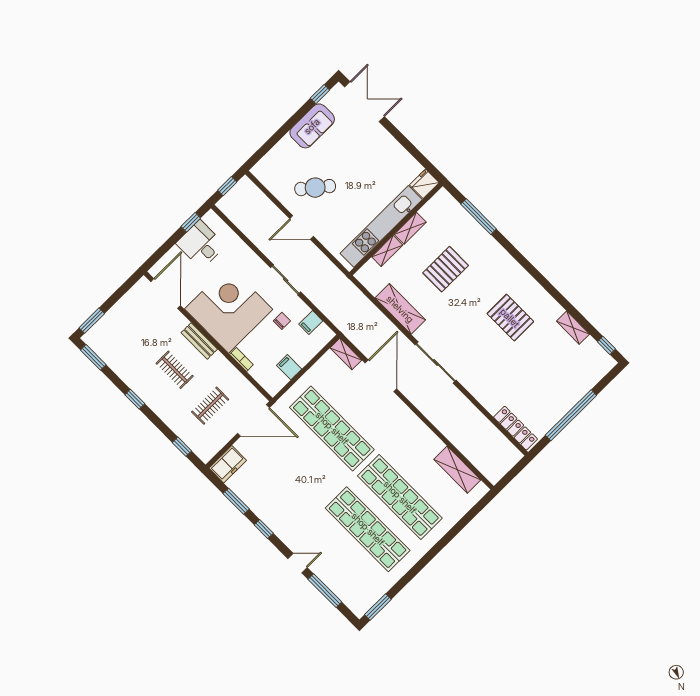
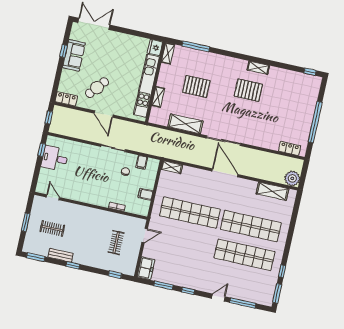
window: (320, 94) -> (64, 51), moved
locker: (266, 176) -> (66, 99), added
door: (302, 228) -> (104, 114), hinge flipped
shelving: (410, 228) -> (168, 53), moved
pallet: (446, 269) -> (196, 86), turned 90
door: (166, 294) -> (53, 197), width x0.53
corner desk: (229, 309) -> (92, 184), removed
window: (92, 321) -> (26, 222), moved
shelving: (573, 328) -> (258, 68), moved
bench: (199, 341) -> (61, 255), moved
clothes rail: (175, 370) -> (52, 228), moved
door: (381, 376) -> (225, 173), moved
door: (253, 420) -> (145, 236), width x0.53
locker: (515, 428) -> (290, 148), width x0.66
plant: (494, 470) -> (292, 178), added
window: (403, 582) -> (282, 271), added

